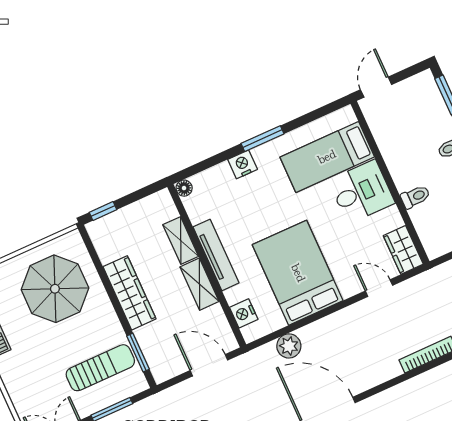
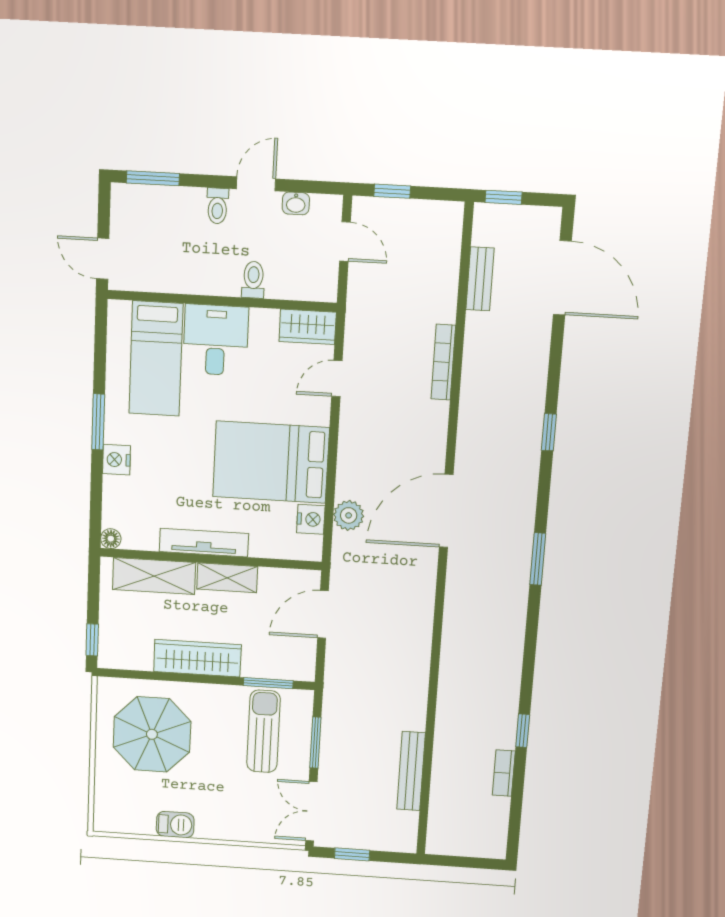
shelving: (181, 241) -> (154, 576), width x1.50, depth x1.33
nightstand: (244, 313) -> (311, 519), moved, turned -90

